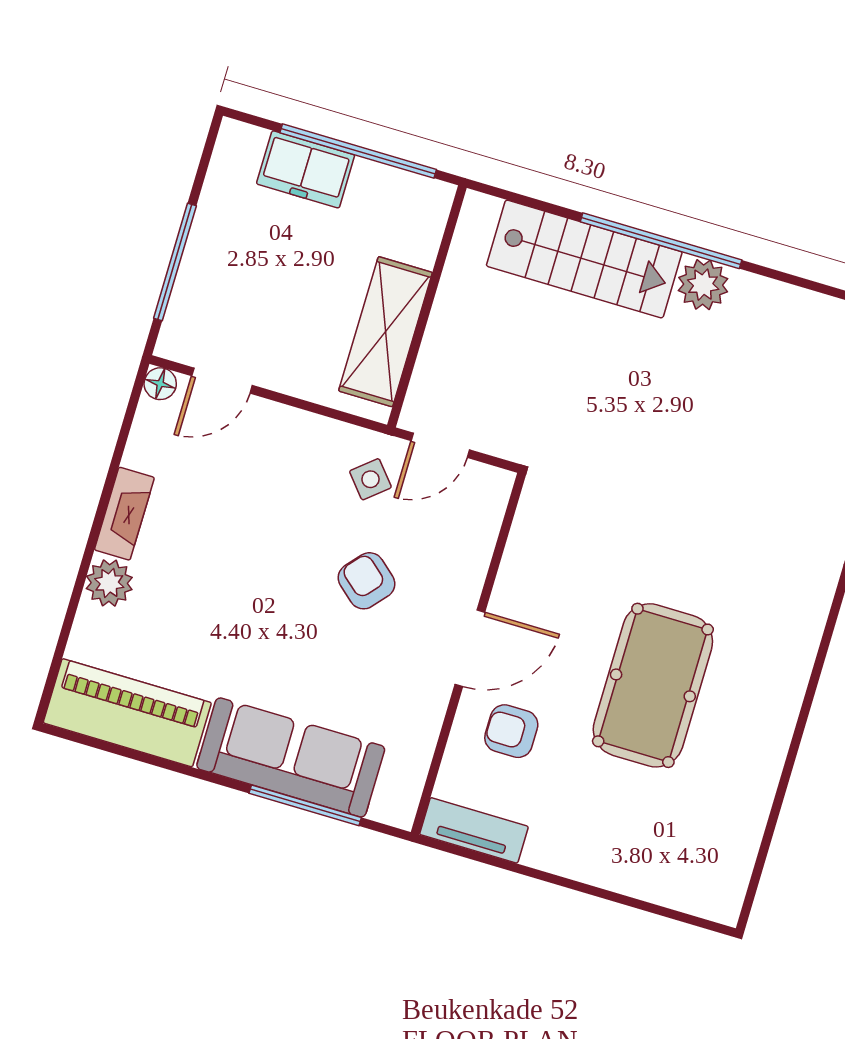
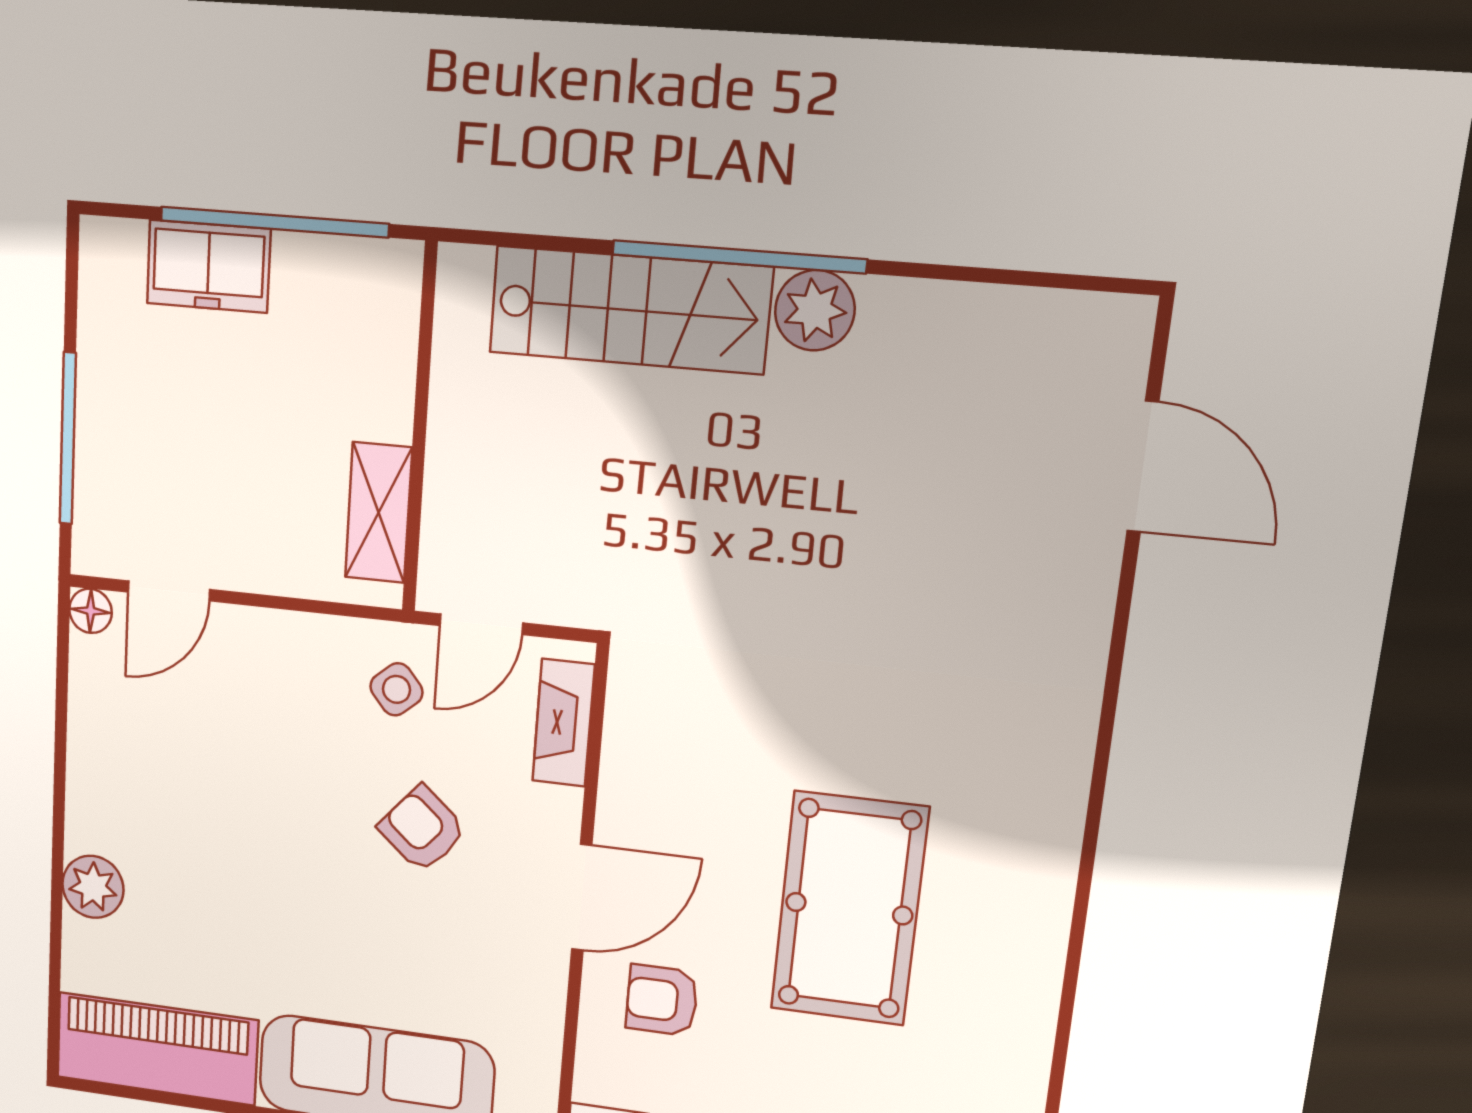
shelving: (386, 332) -> (378, 513), width x0.67, depth x0.75
fireplace: (124, 514) -> (563, 723), moved, turned 180

